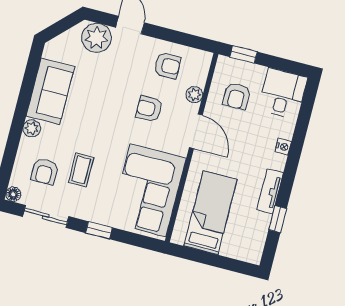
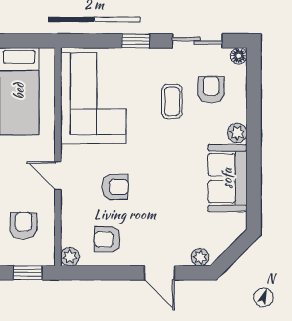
plant: (97, 38) -> (200, 257), width x0.53, depth x0.53
plant: (194, 95) -> (70, 257), moved
door: (196, 131) -> (58, 176), width x0.73

